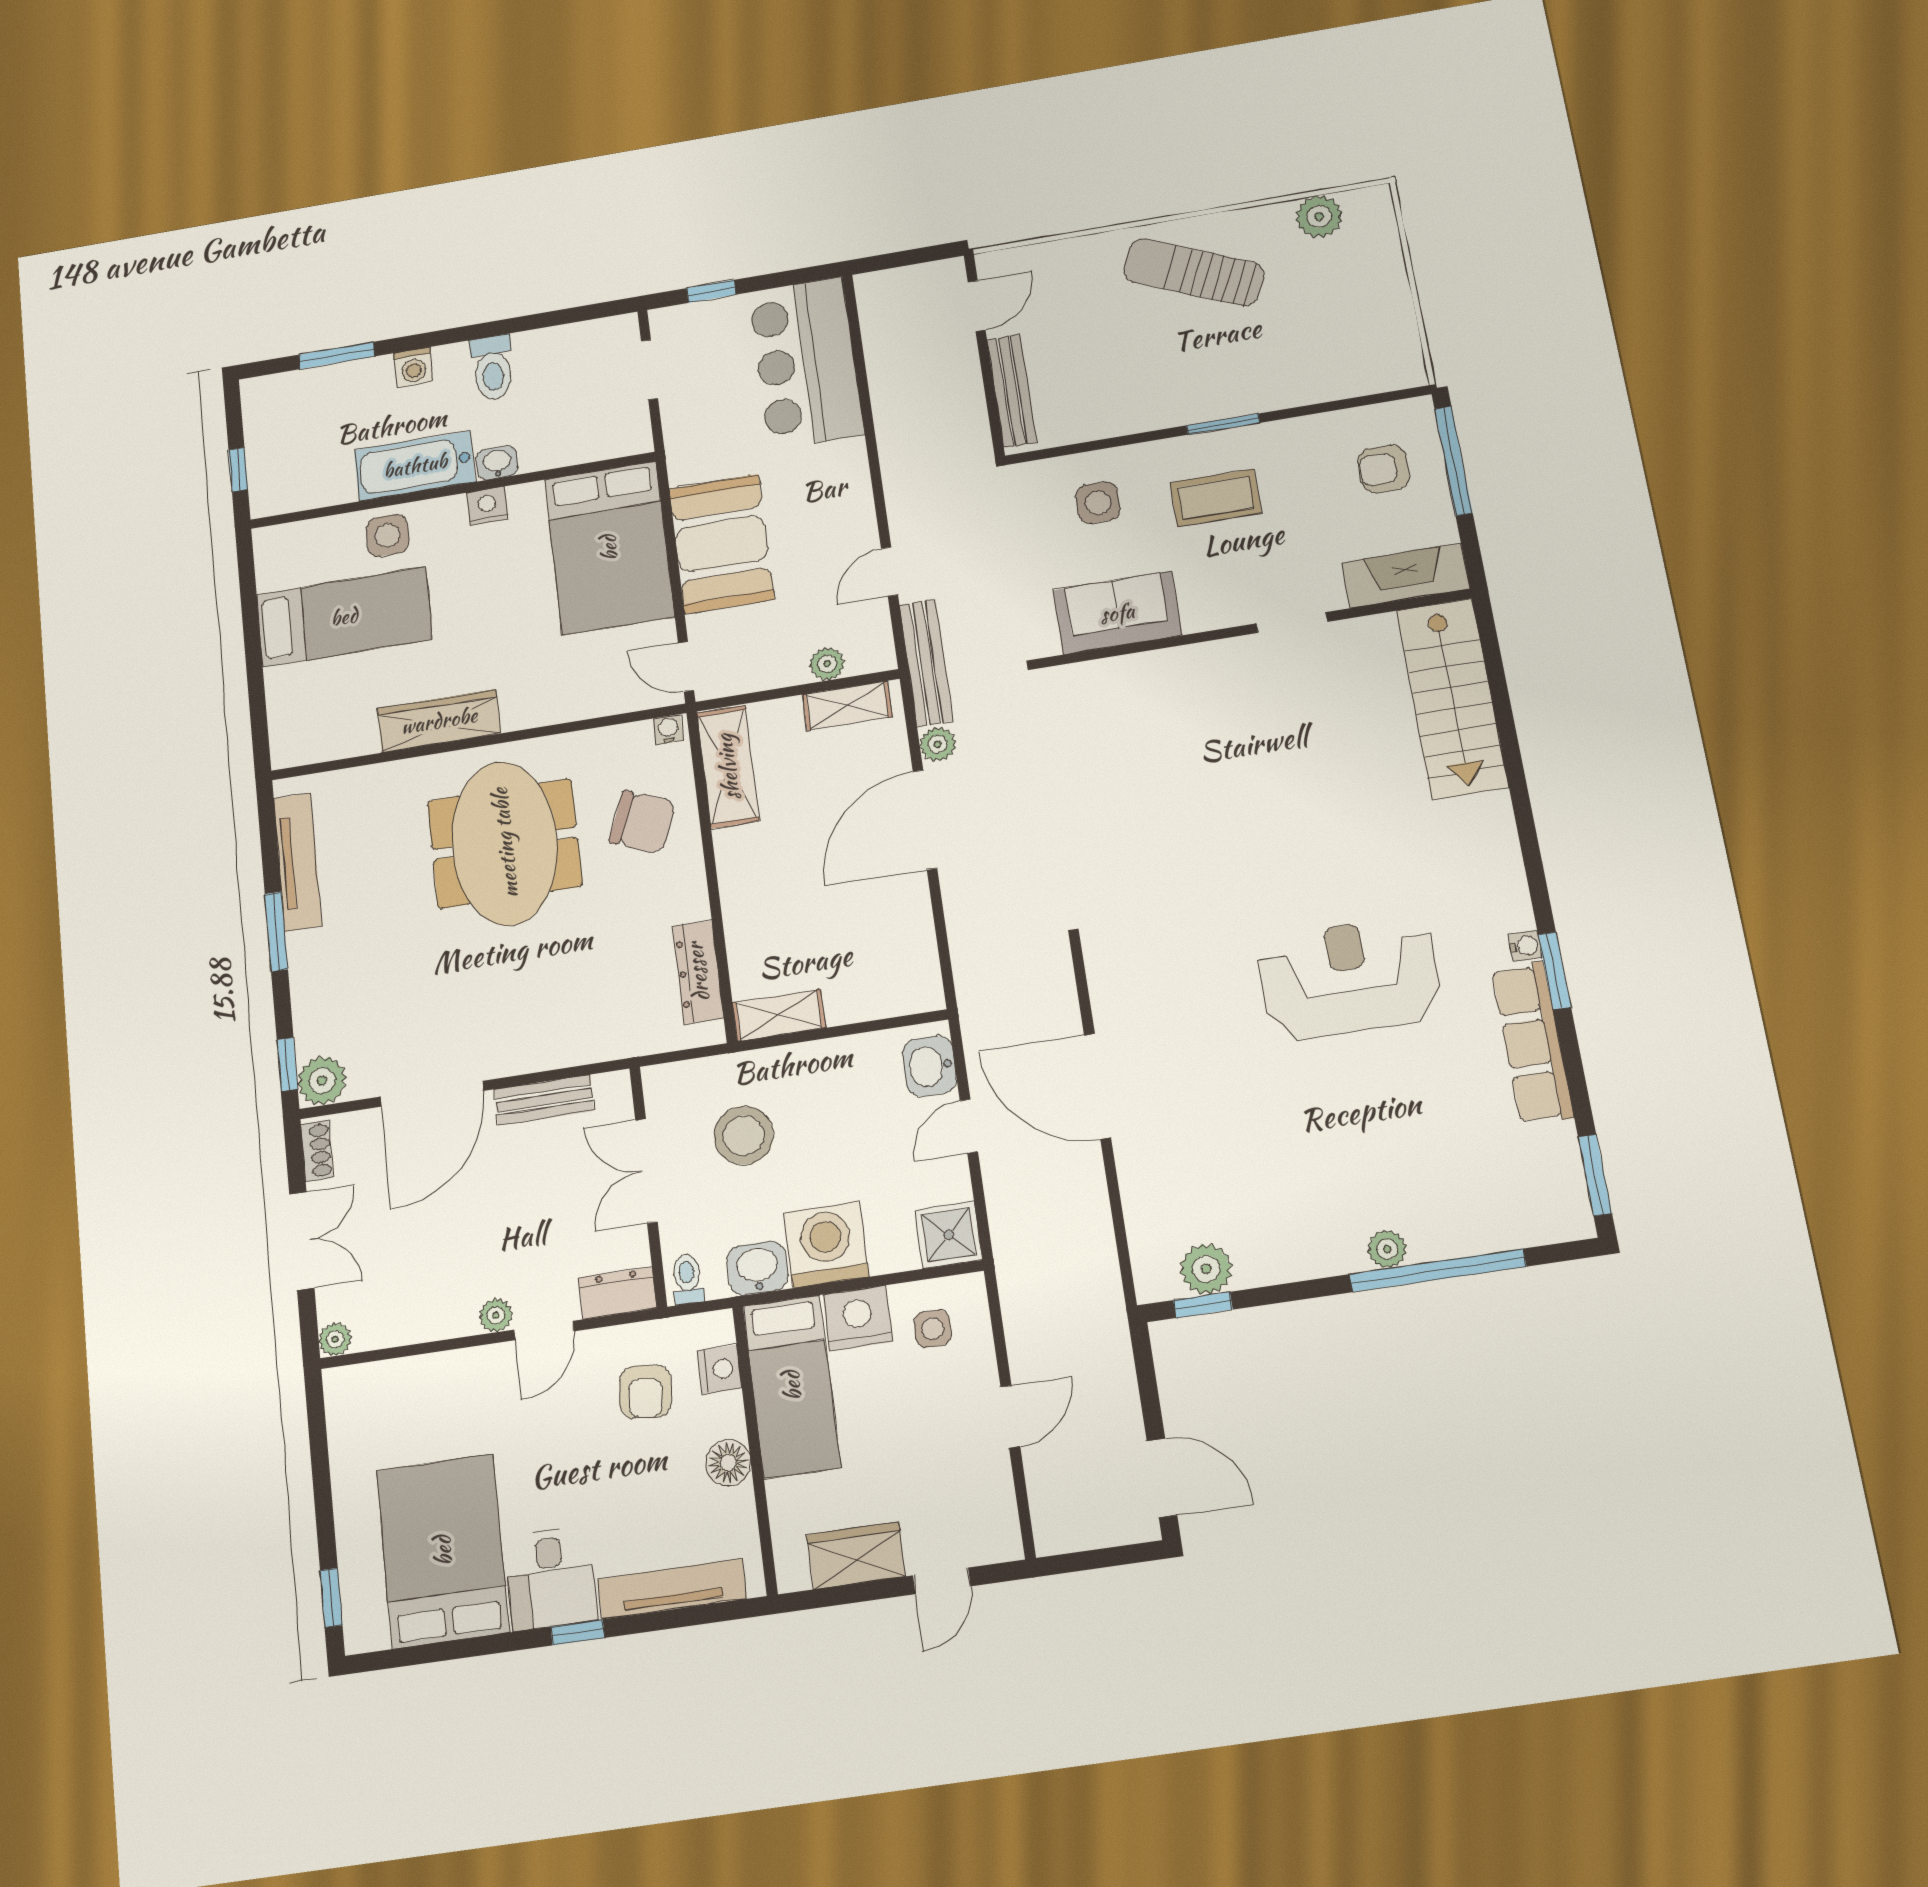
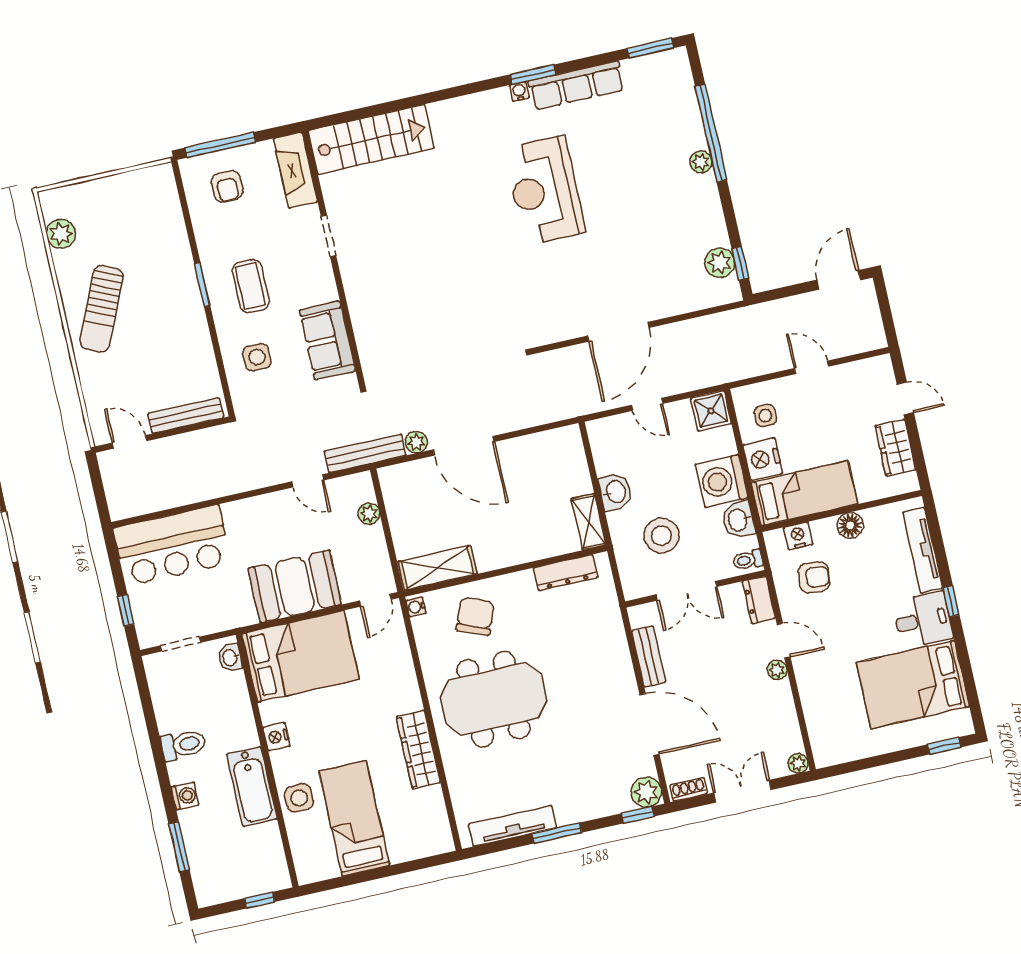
washbasin: (497, 463) -> (230, 658), moved
shelving: (847, 706) -> (395, 499), removed
washbasin: (930, 1066) -> (615, 492), moved, turned -90

